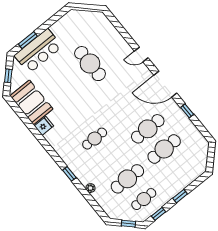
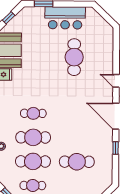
bar counter: (38, 51) -> (65, 18), moved
cafe table: (148, 129) -> (33, 137), moved

